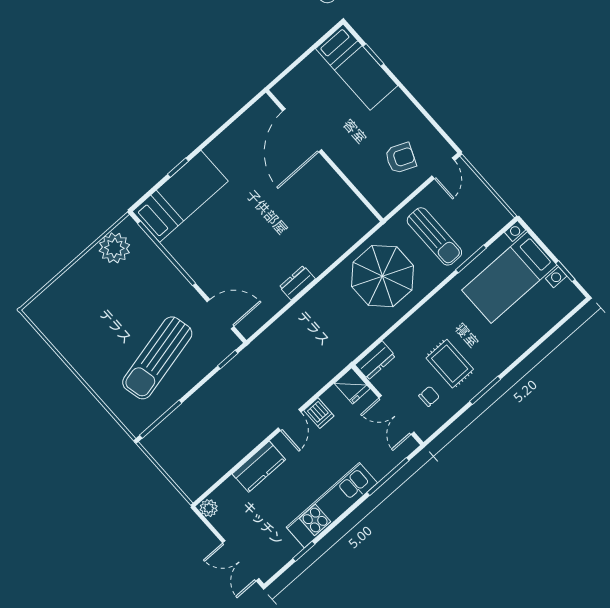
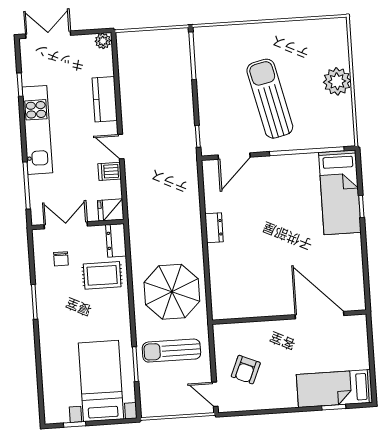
plant: (114, 248) -> (337, 81), moved
sun lounger: (157, 358) -> (270, 99), moved
rug: (450, 364) -> (102, 275), moved

